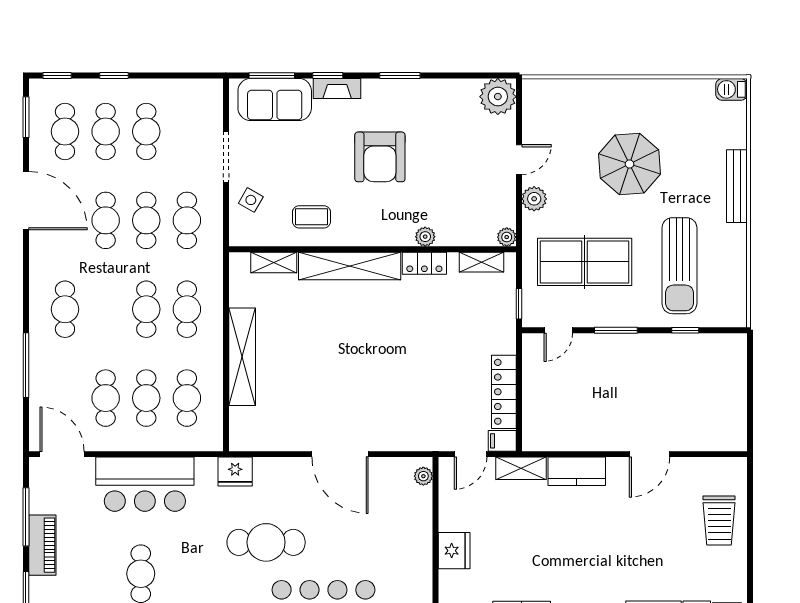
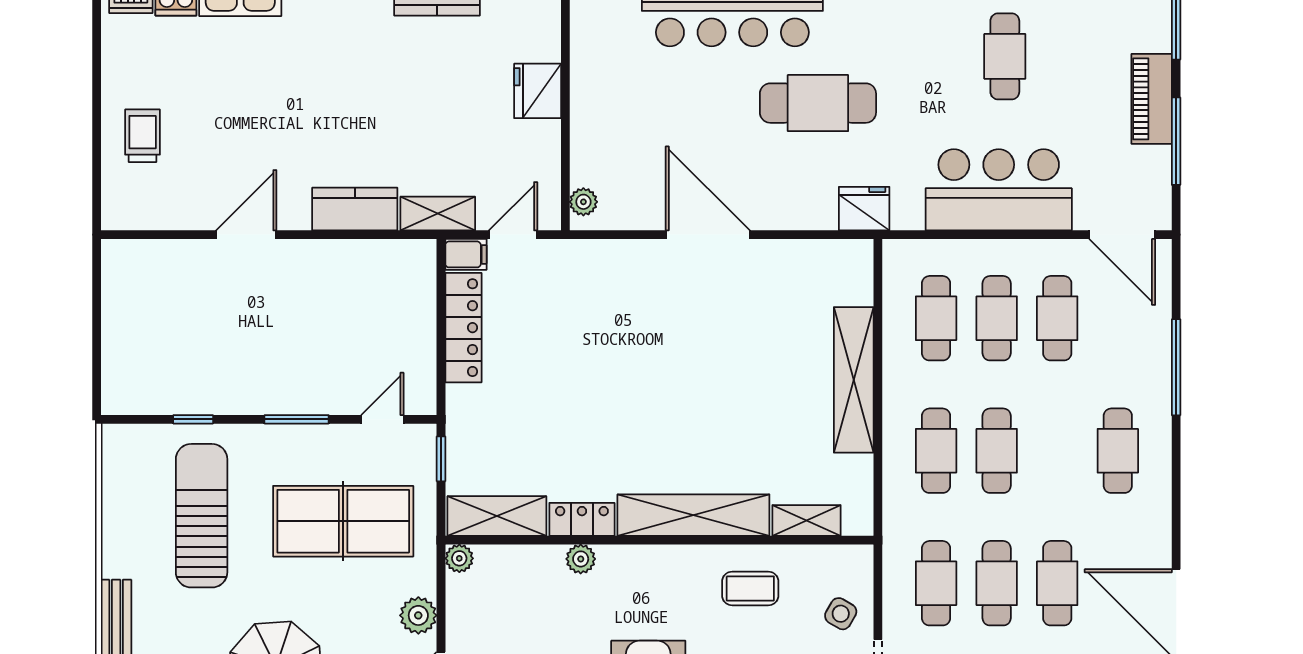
shelving: (481, 262) -> (497, 516), width x1.50, depth x1.33
trolley: (719, 520) -> (143, 136), width x0.73, depth x0.72

